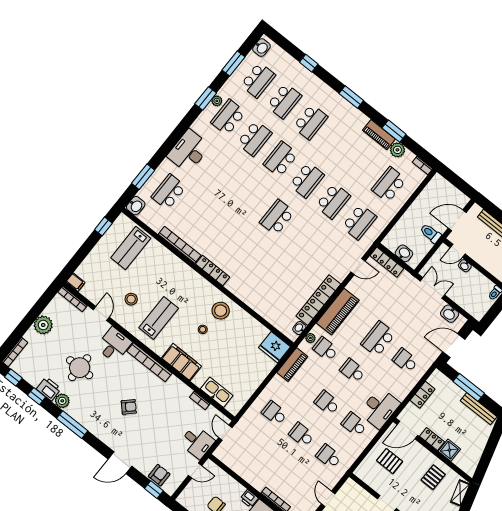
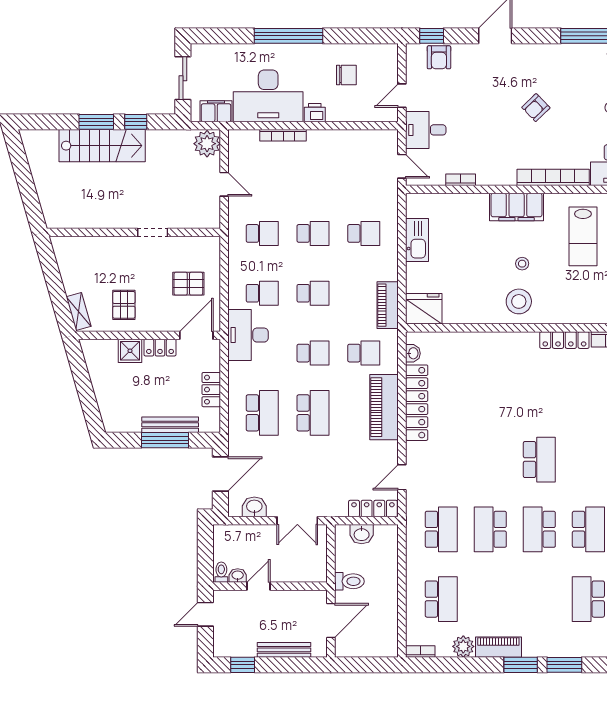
window: (394, 131) -> (521, 665), moved
school desk: (359, 222) -> (441, 529), turned 180
door: (458, 251) -> (258, 586), moved
washbasin: (465, 266) -> (238, 576), moved
plant: (310, 338) -> (391, 352), removed
school desk: (405, 360) -> (262, 413), width x1.85
kitchen sink: (217, 392) -> (417, 240), moved, turned -90
bench: (479, 409) -> (170, 425), moved

